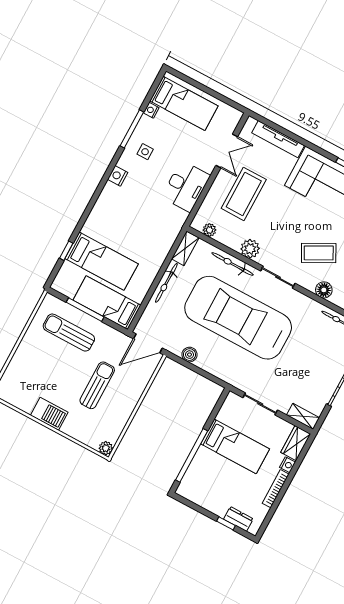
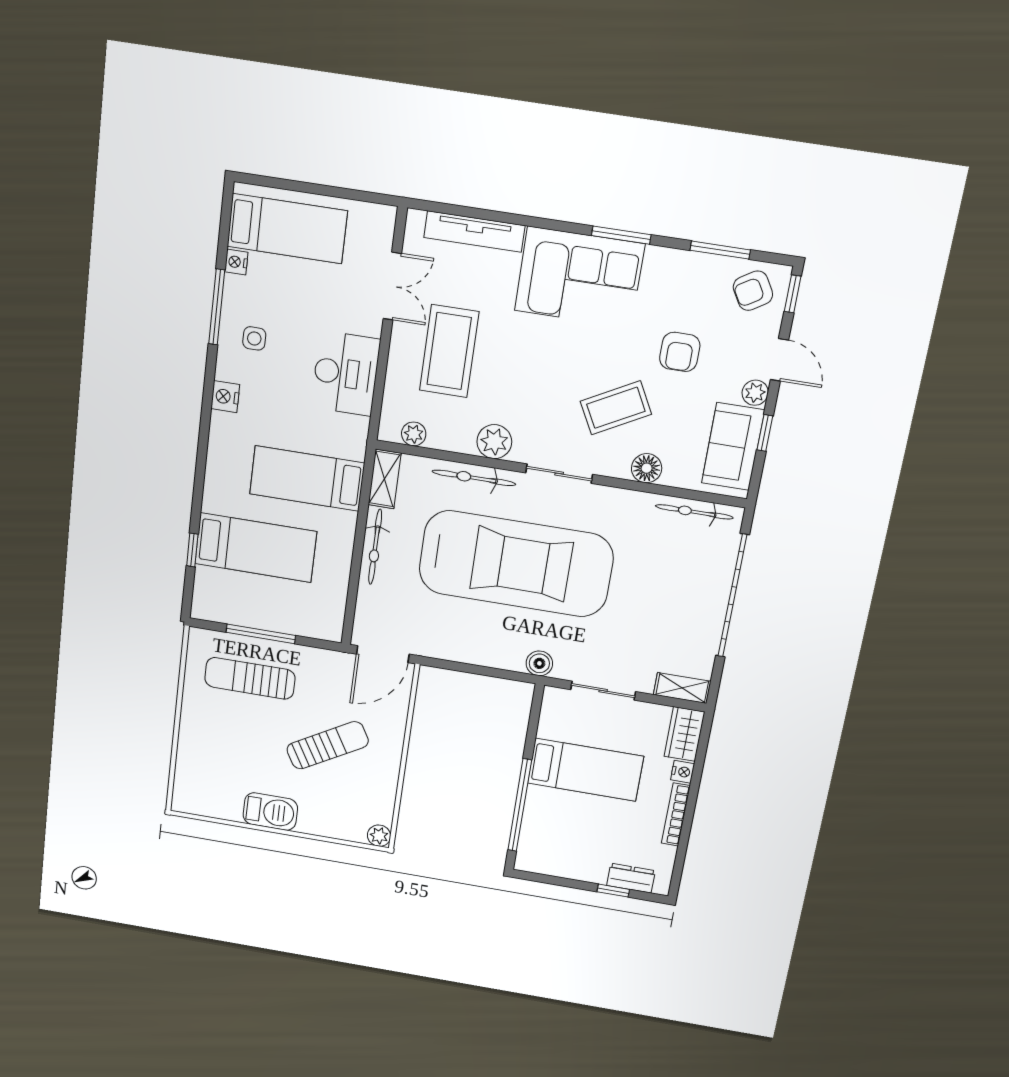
bed: (107, 303) -> (307, 478), moved
car: (238, 318) -> (516, 564), turned 180
boiler: (189, 355) -> (539, 663), moved
sun lounger: (97, 385) -> (328, 745), turned 60

